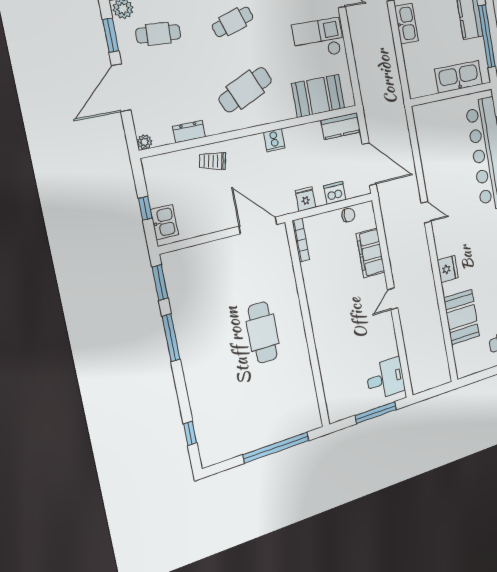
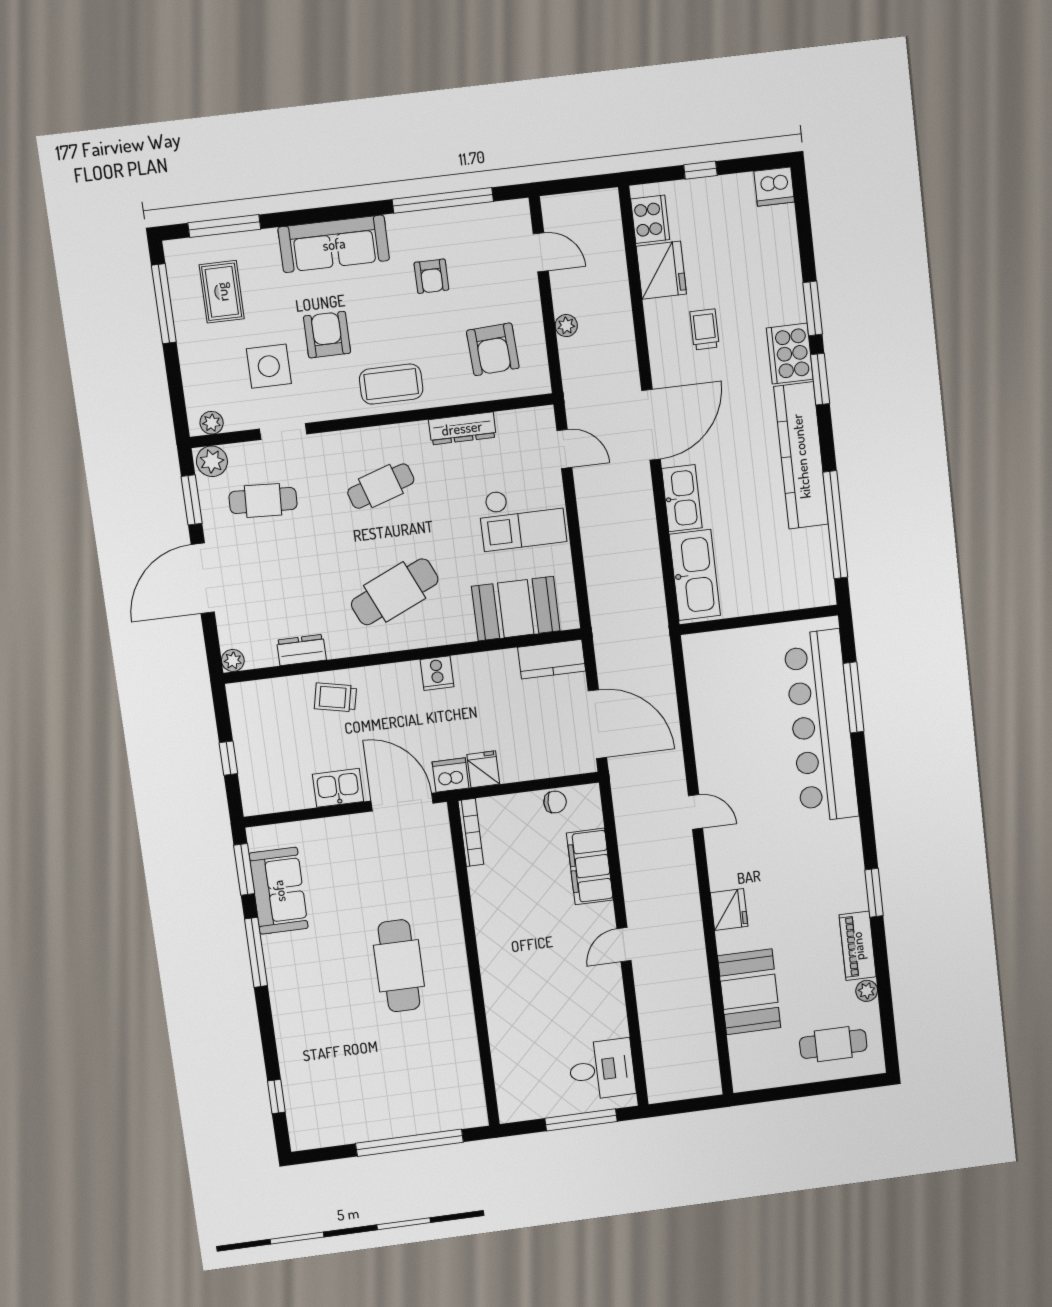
checkout: (318, 39) -> (522, 518), turned 180
kitchen sink: (459, 77) -> (695, 575), moved, turned 90
dishwasher: (335, 193) -> (451, 775), moved
kitchen sink: (164, 222) -> (338, 788), moved, turned -90
sofa: (183, 294) -> (279, 891), added

